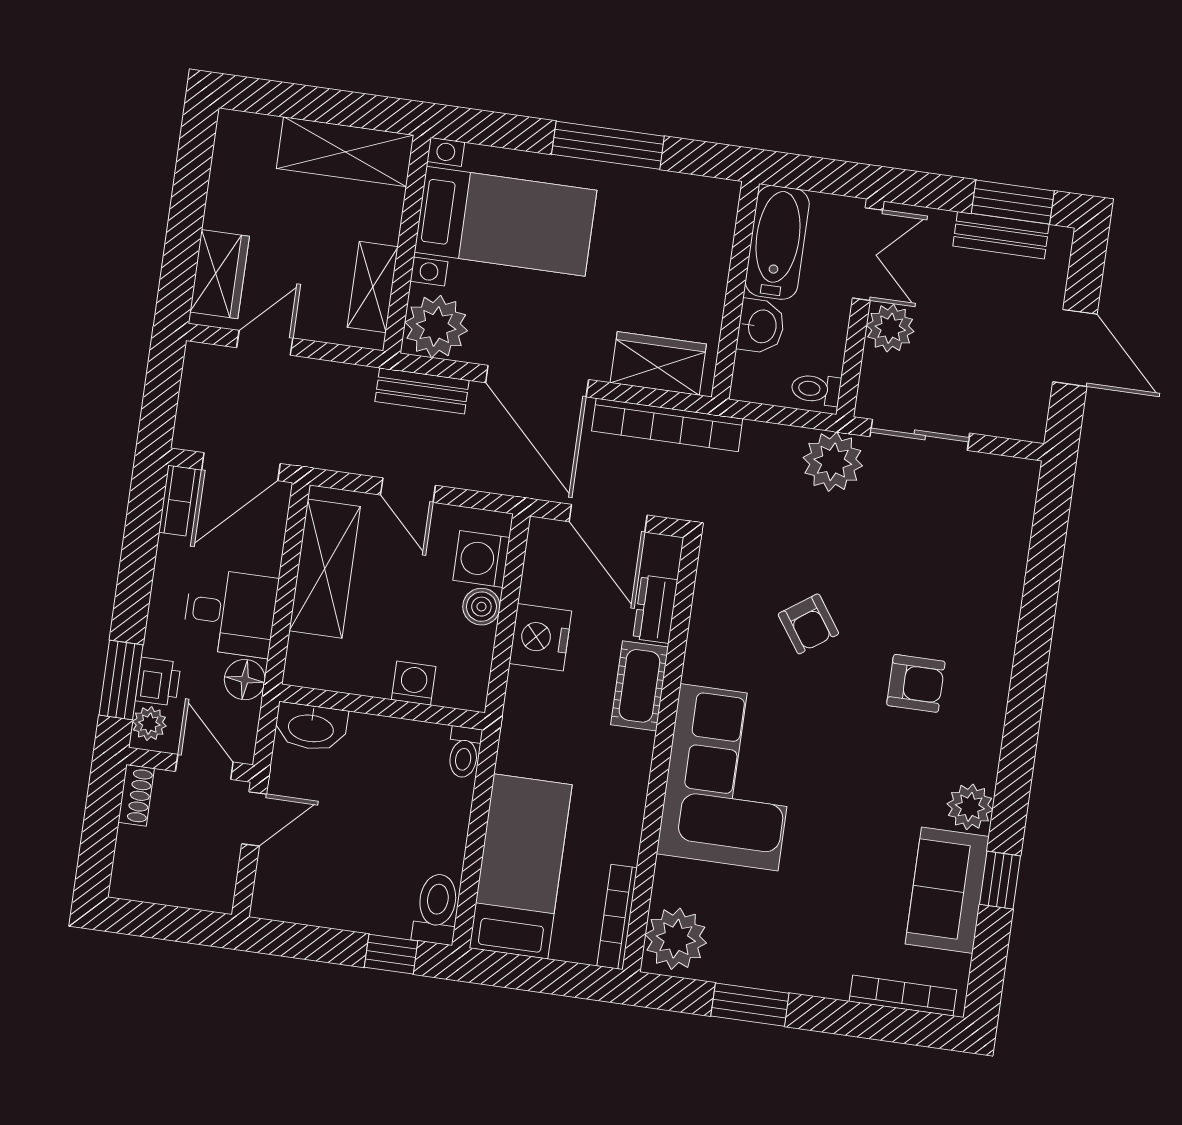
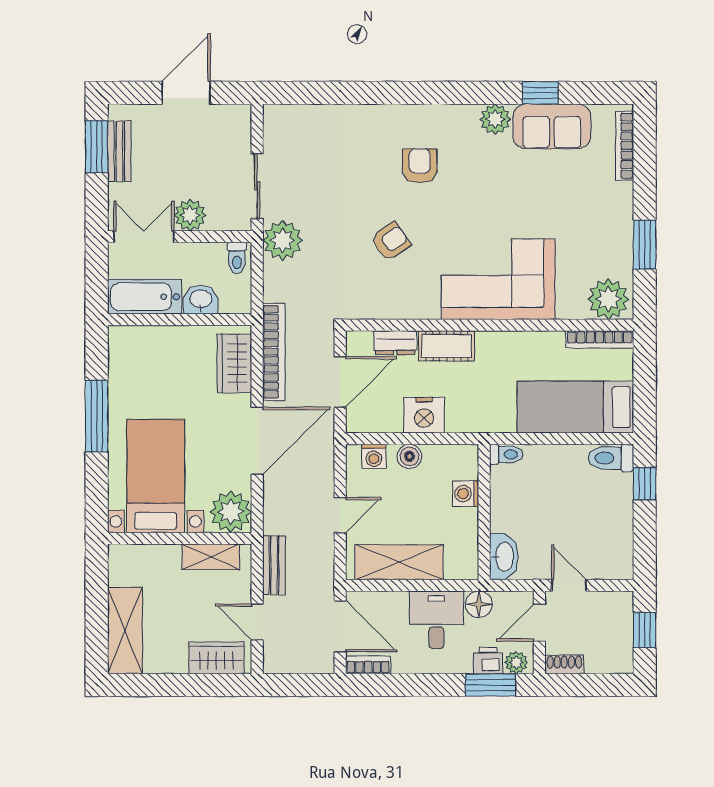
shelving: (345, 152) -> (125, 631), moved
bench: (422, 391) -> (274, 565), moved
washing machine: (481, 559) -> (374, 456), width x0.73, depth x0.73
window: (171, 923) -> (645, 630), added

